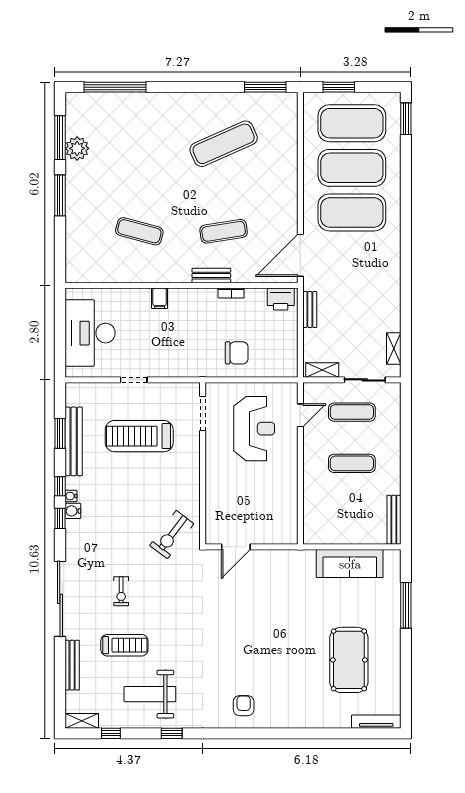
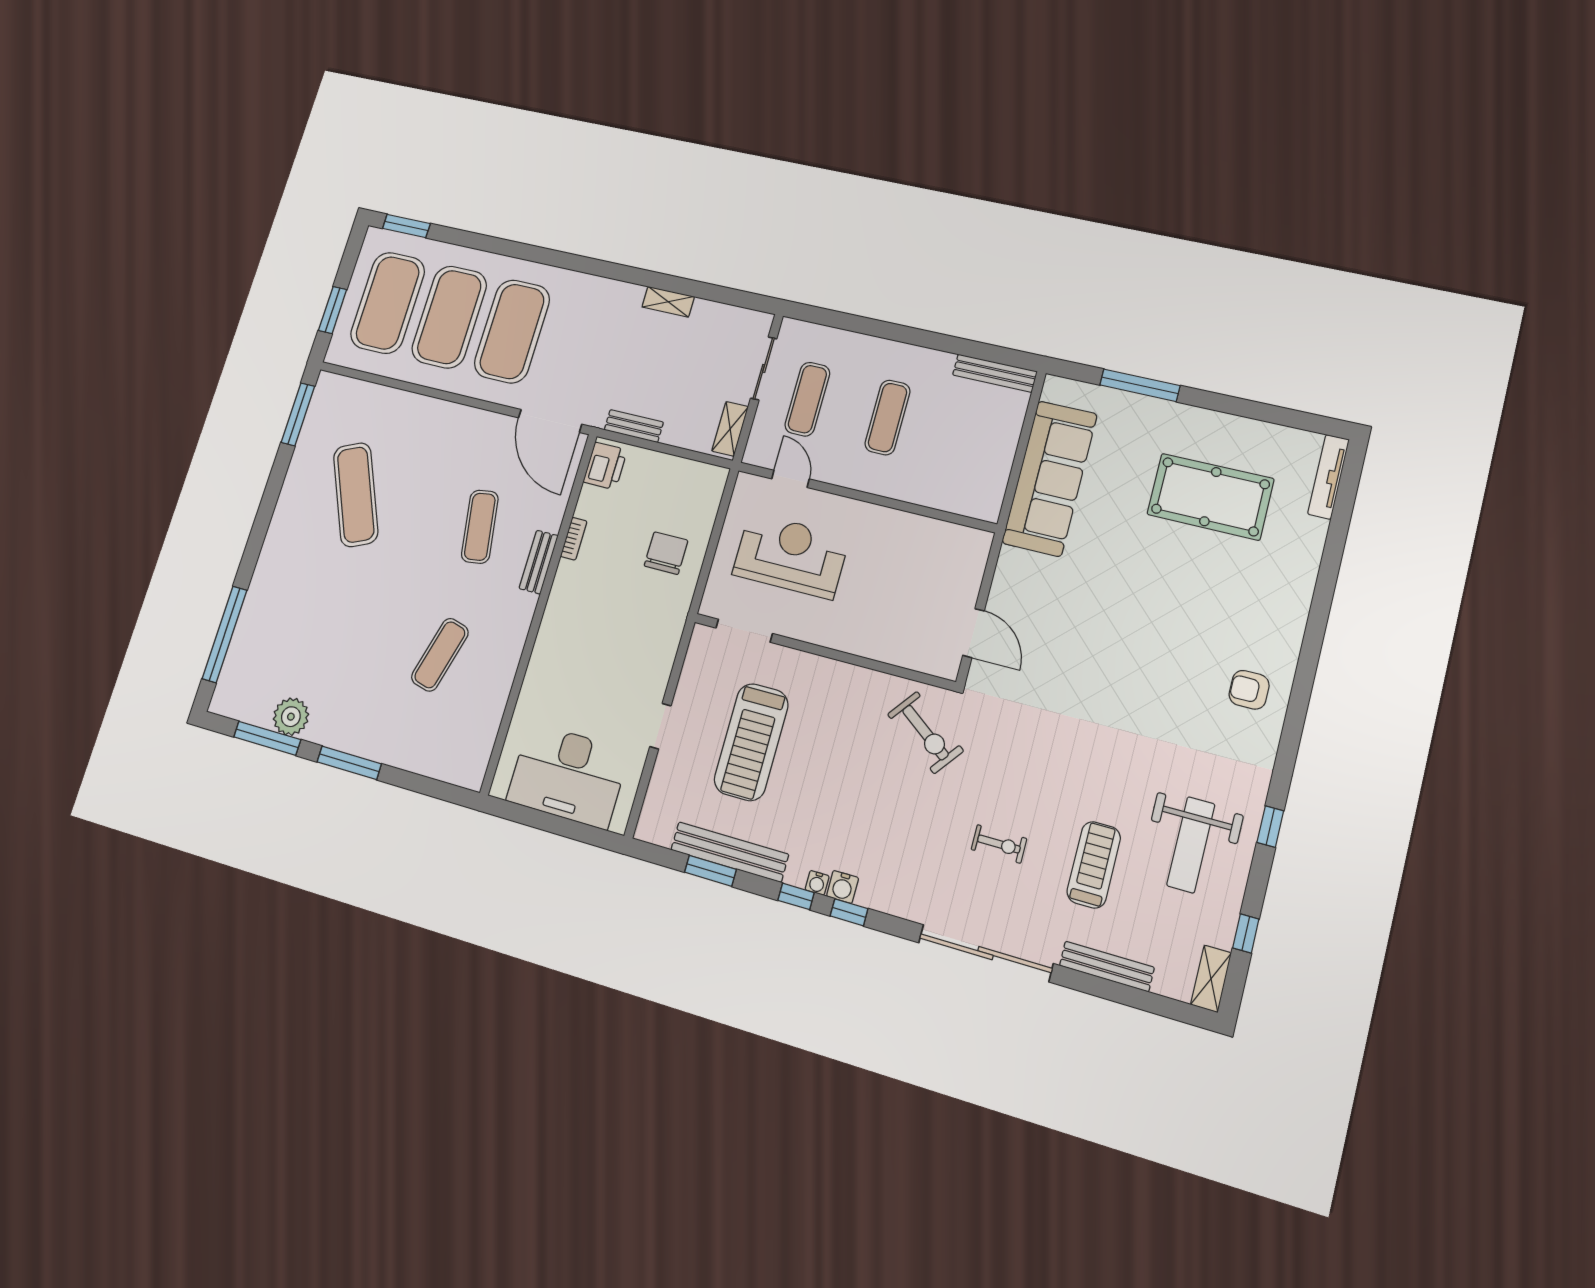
filing cabinet: (160, 298) -> (548, 651), removed
shelving: (394, 349) -> (668, 302), moved
sofa: (350, 564) -> (1050, 478), width x1.36, depth x1.27

